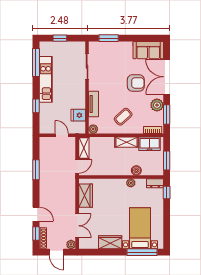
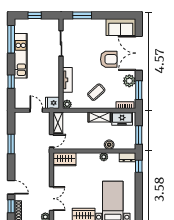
fridge: (78, 115) -> (52, 103), moved
wardrobe: (86, 196) -> (64, 159), moved, turned 90

